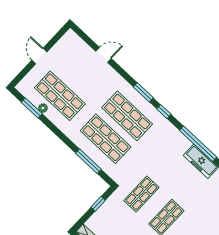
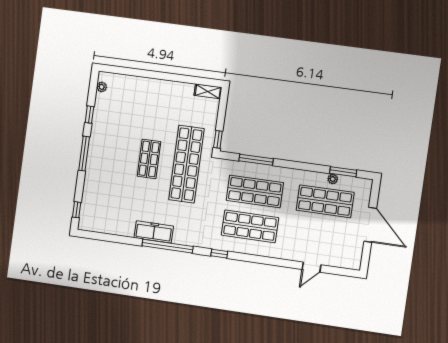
door: (39, 56) -> (370, 225), width x1.88
window: (143, 92) -> (250, 258), removed
shop shelf: (141, 194) -> (186, 164), width x2.00, depth x1.36
window: (98, 204) -> (218, 139), moved

